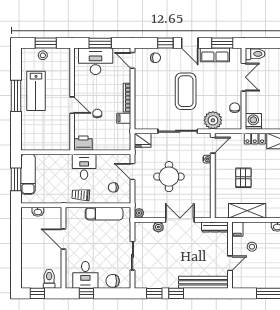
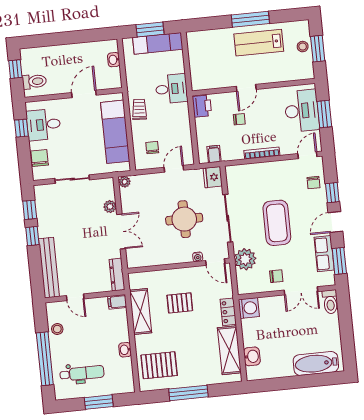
coffee table: (186, 91) -> (277, 223), turned 90
chair: (235, 108) -> (276, 276), moved
filing cabinet: (124, 118) -> (214, 154), moved
desk: (84, 167) -> (171, 89), moved
round table: (169, 177) -> (184, 219), moved
exam couch: (104, 214) -> (115, 132), width x1.36, depth x1.45
stool: (252, 247) -> (57, 329), moved

